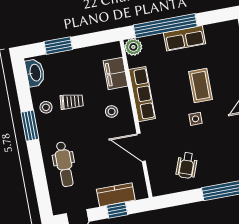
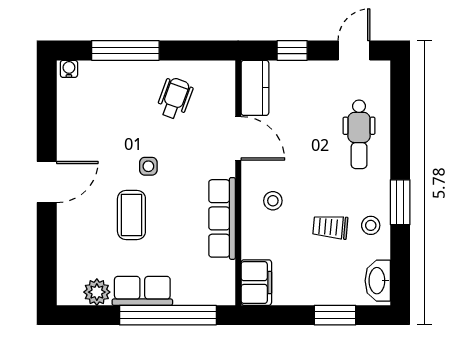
plant: (133, 47) -> (97, 292), moved
filing cabinet: (116, 73) -> (256, 283), moved
dental chair: (64, 164) -> (359, 134), turned 180
kitchen counter: (116, 195) -> (255, 88), moved, turned -90

